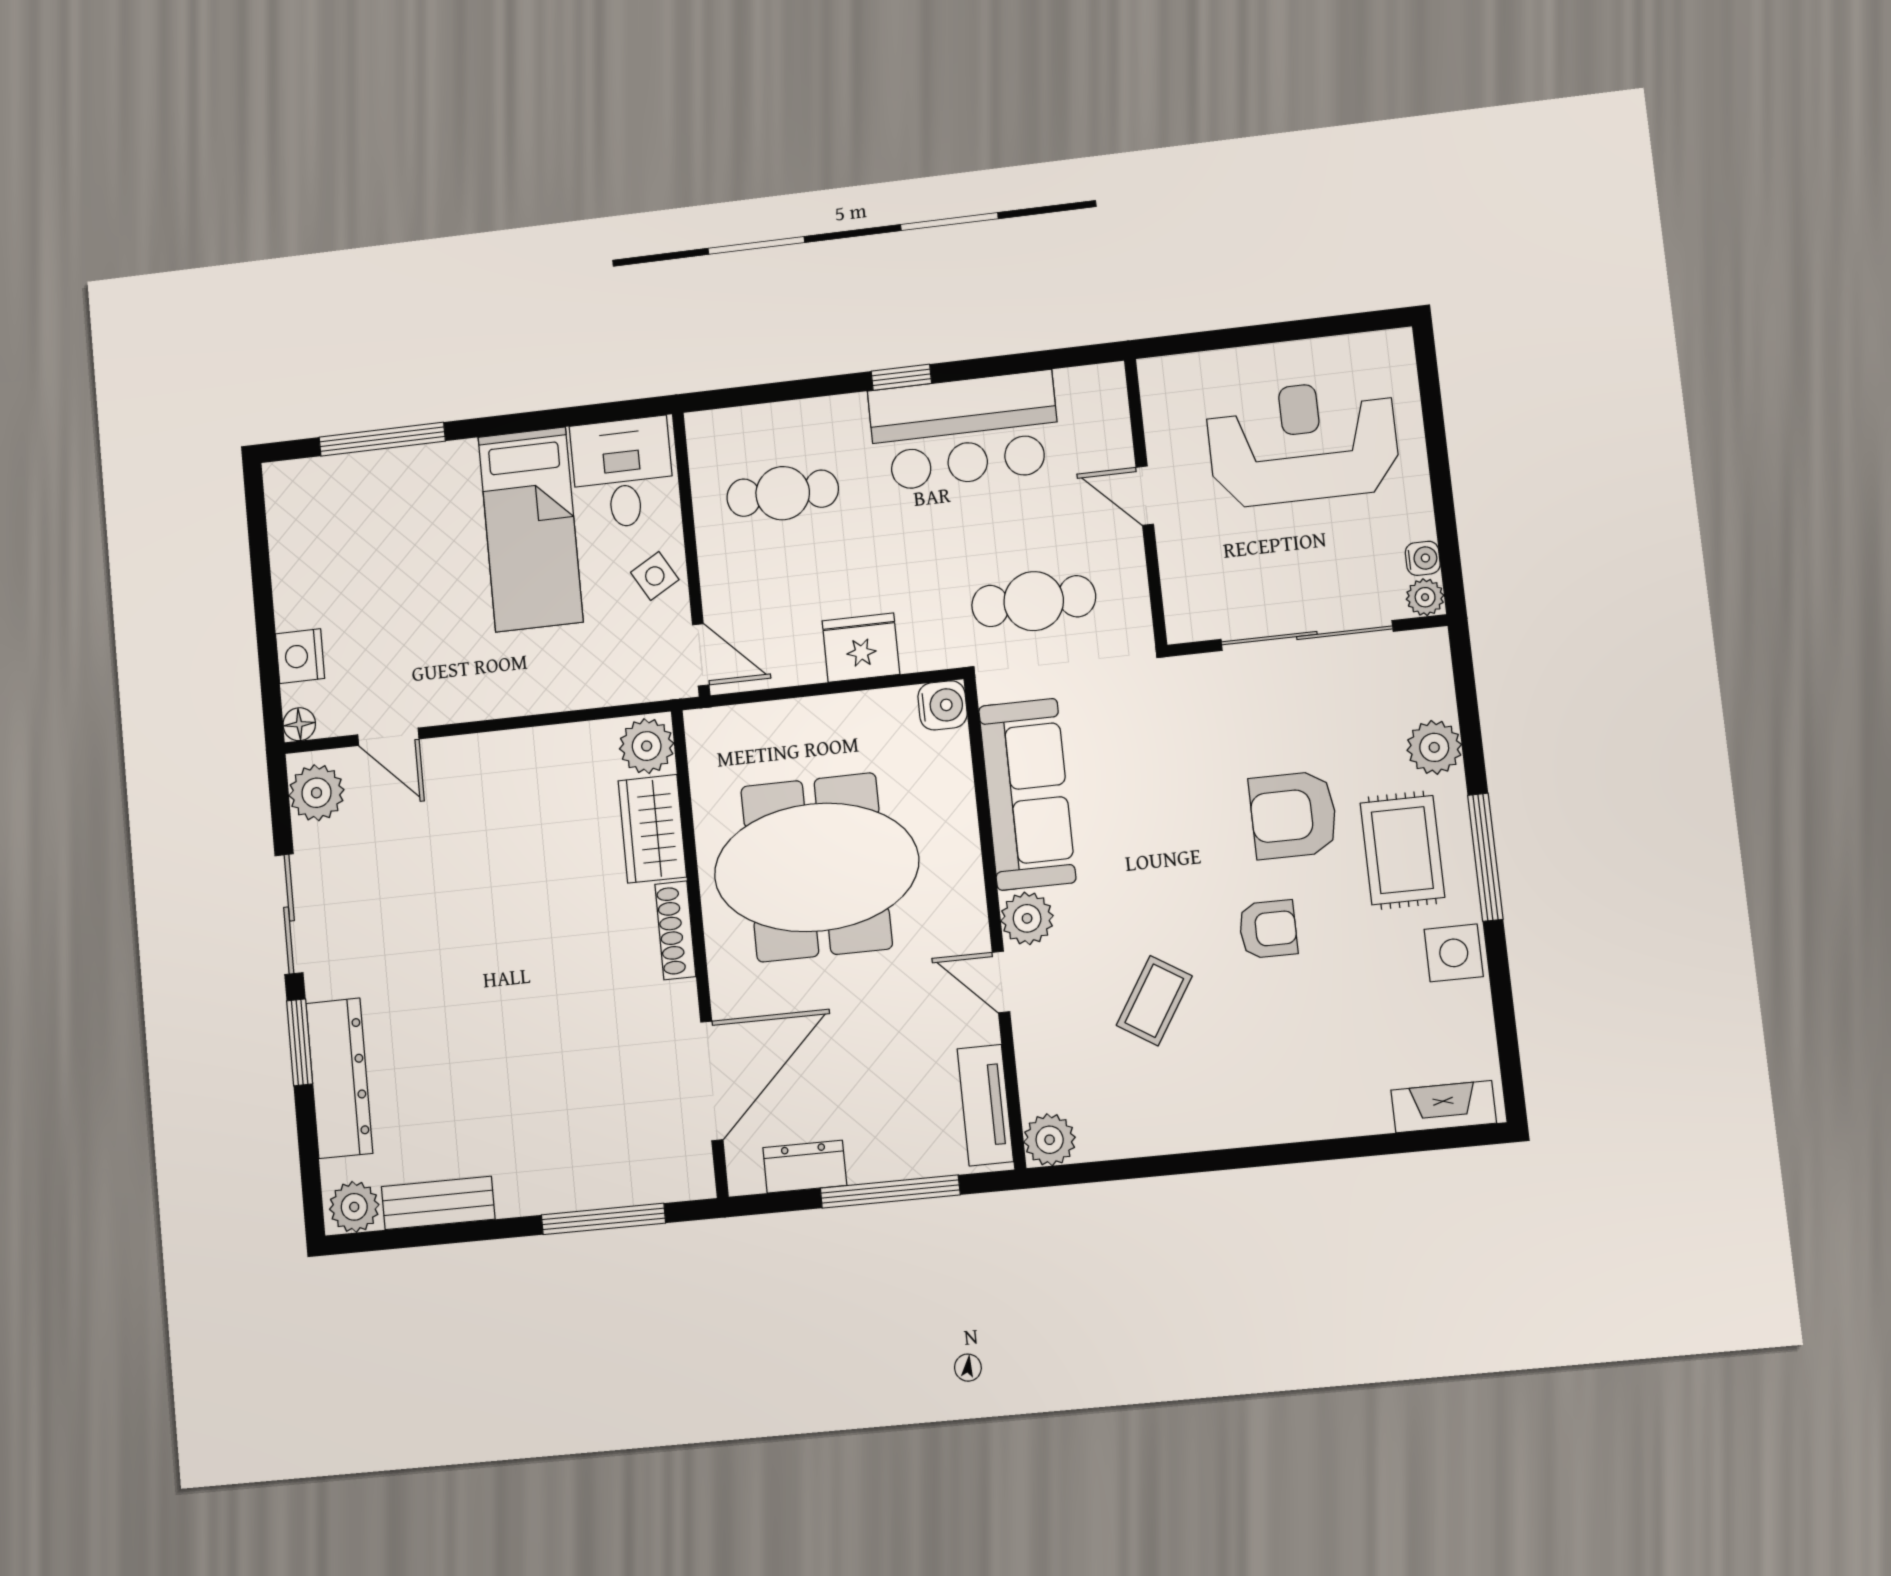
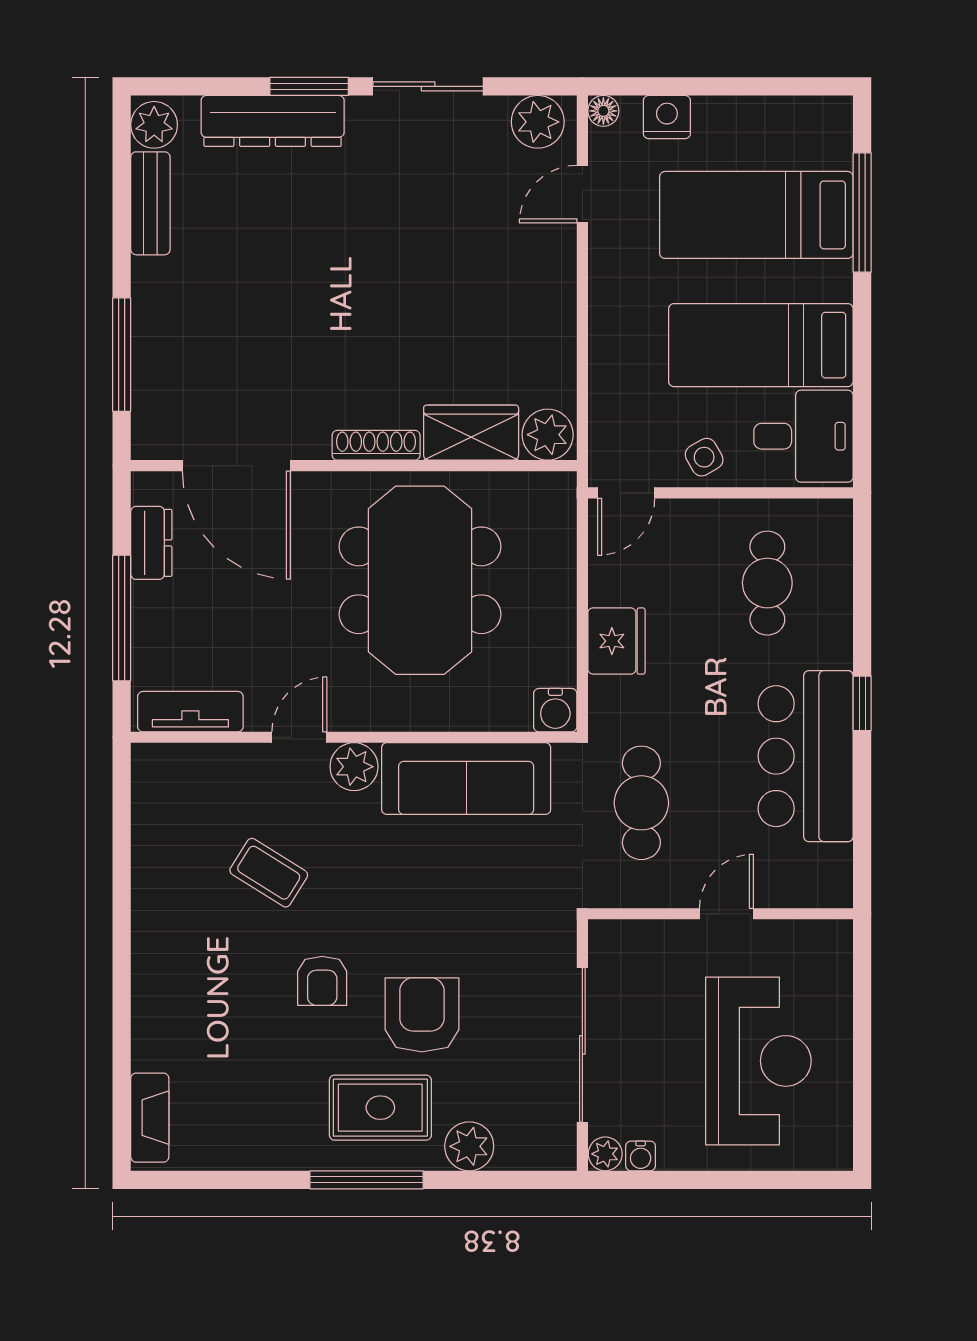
bed: (394, 550) -> (756, 215), added
side table: (1454, 953) -> (284, 1142), removed
plant: (1050, 1140) -> (154, 766), removed

